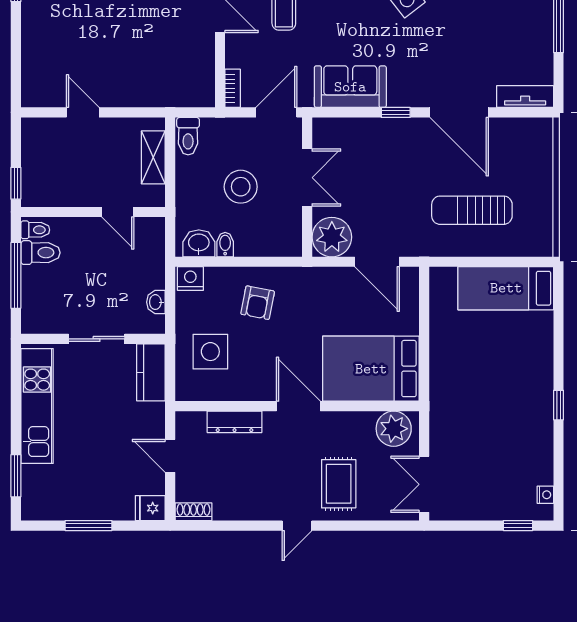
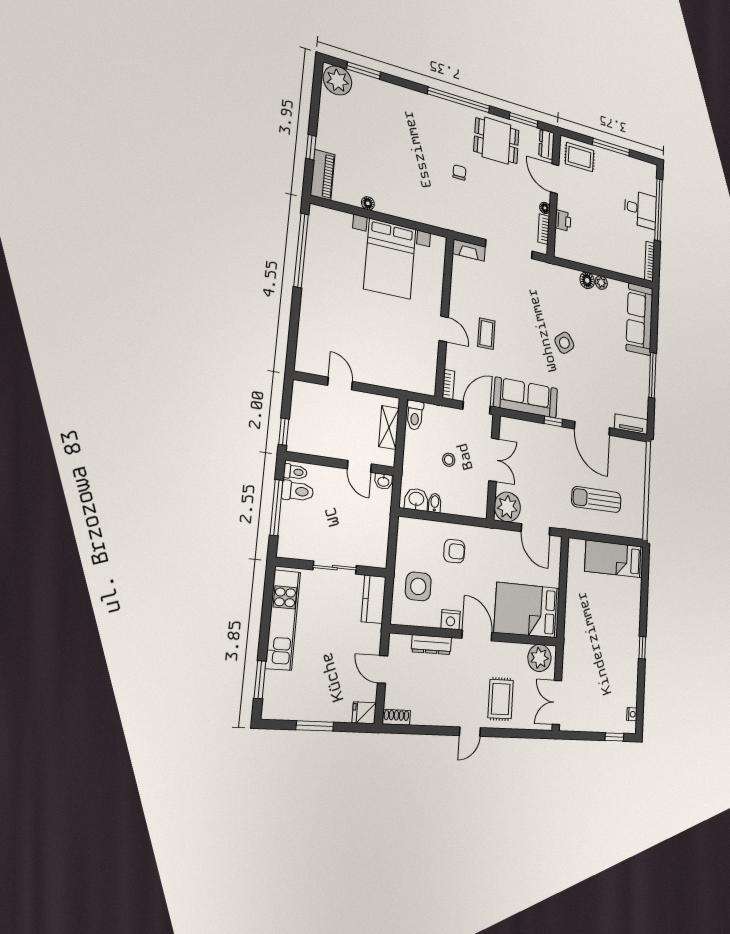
sofa: (350, 87) -> (526, 398), width x1.36
stool: (241, 187) -> (449, 460), width x0.53, depth x0.53
nightstand: (190, 279) -> (451, 620), moved, turned 180
washbasin: (156, 302) -> (383, 481), moved, turned -90
armchair: (258, 303) -> (454, 551), turned -101

